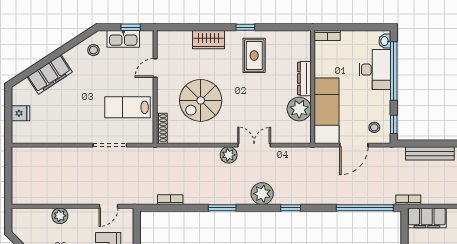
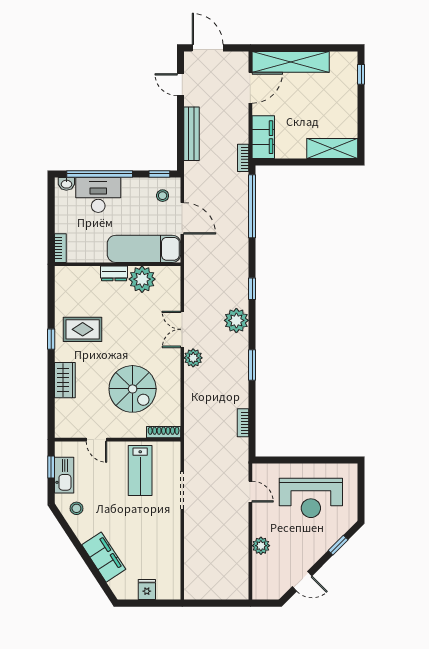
dresser: (304, 79) -> (114, 273), width x0.70

